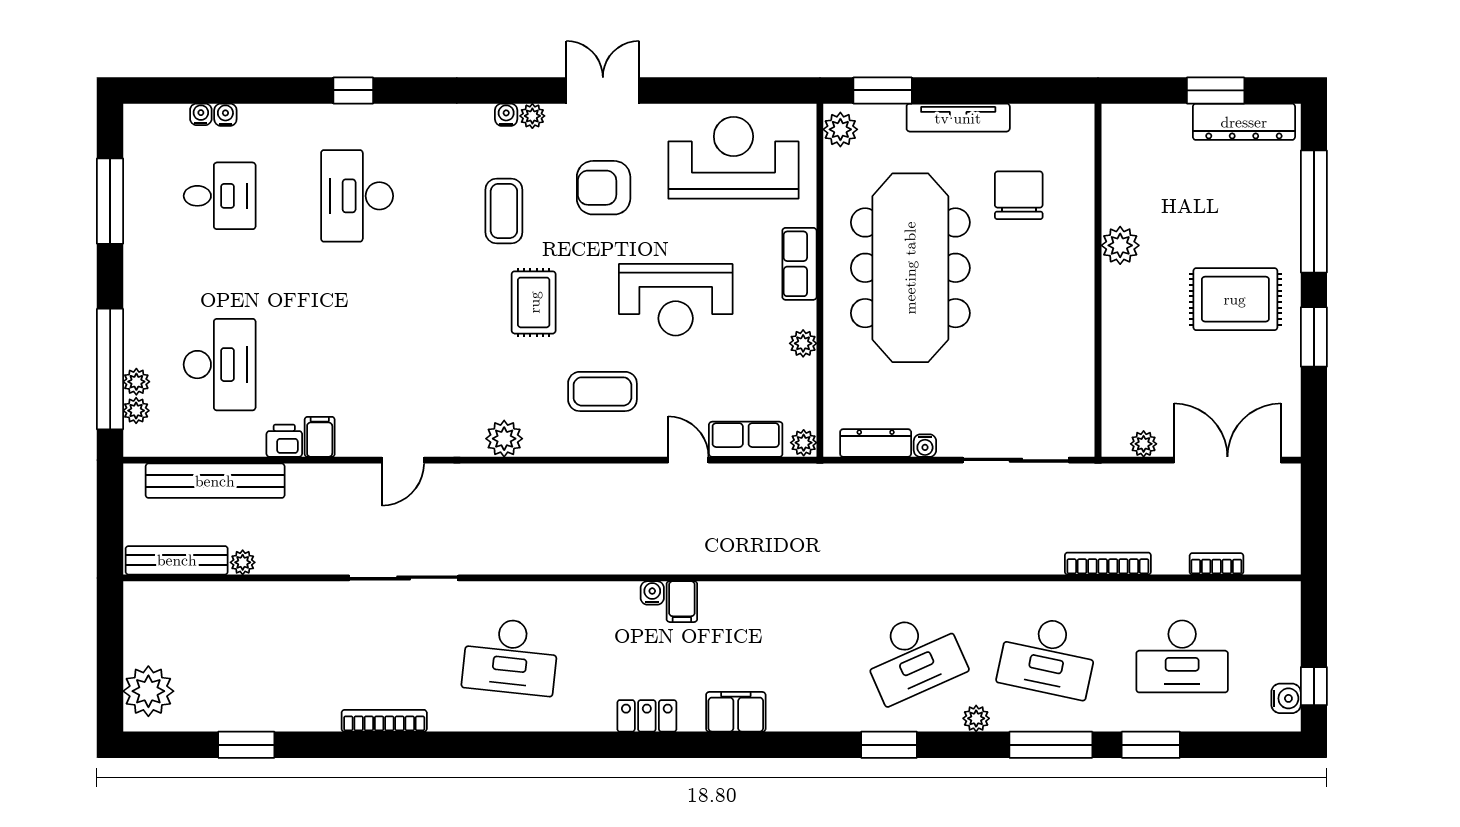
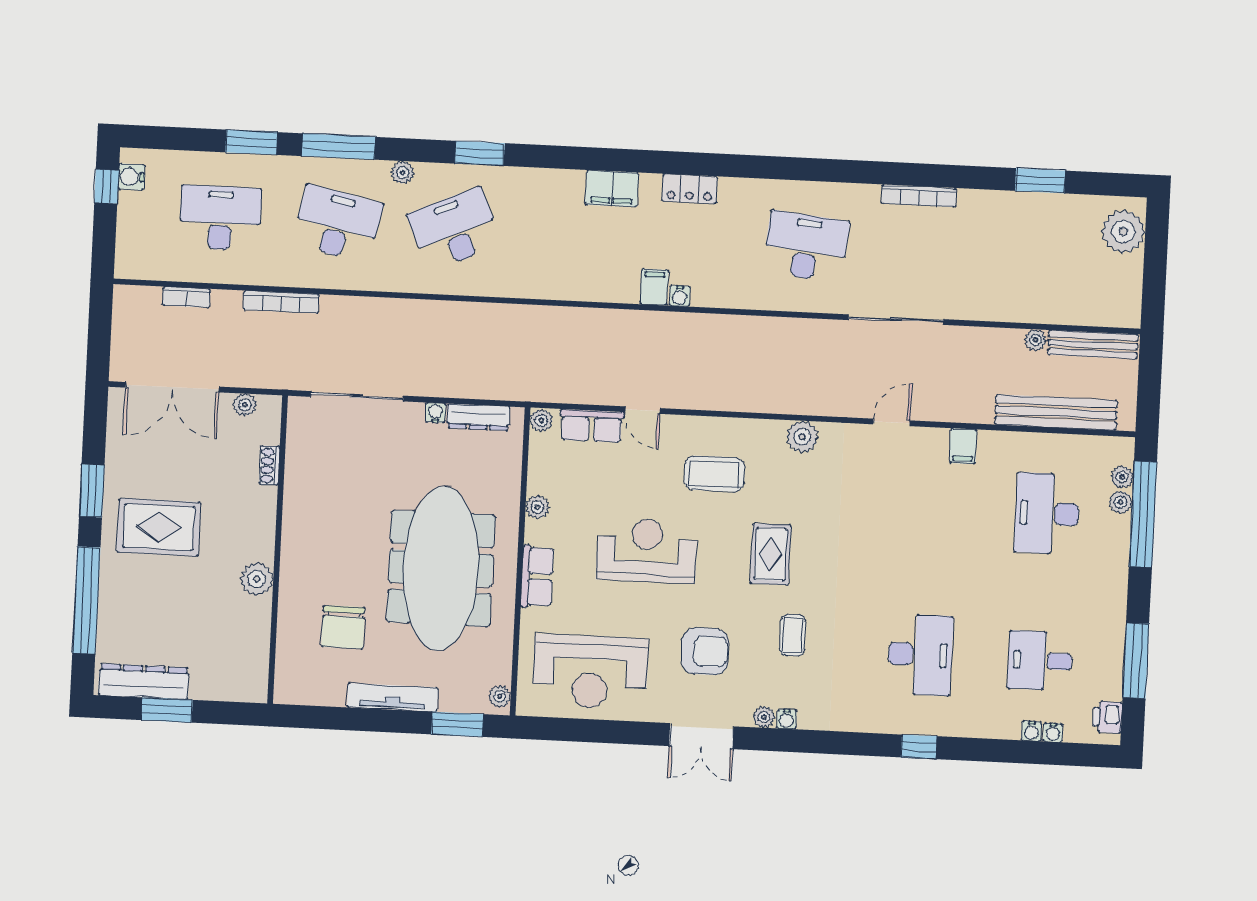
plant: (840, 129) -> (500, 696), width x0.73, depth x0.73
coffee table: (504, 211) -> (793, 635), width x0.73, depth x0.77
shoe rack: (1112, 376) -> (269, 465), added
printer: (284, 441) -> (1107, 717), moved, turned 90

